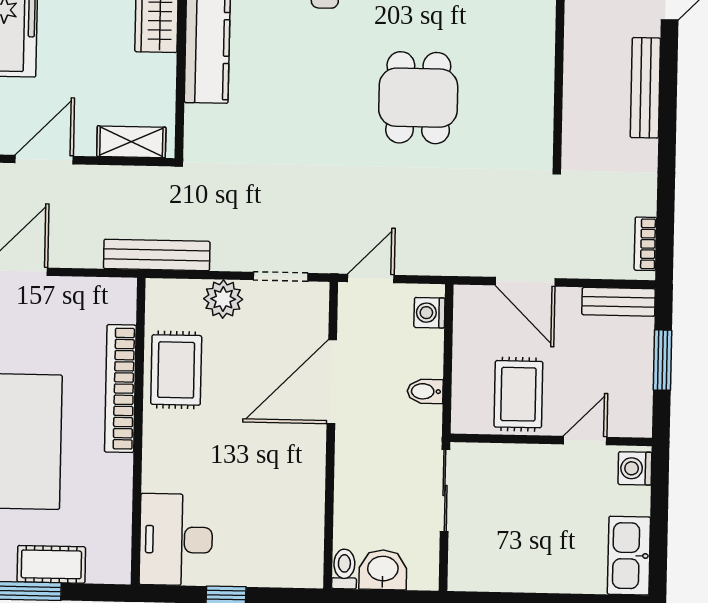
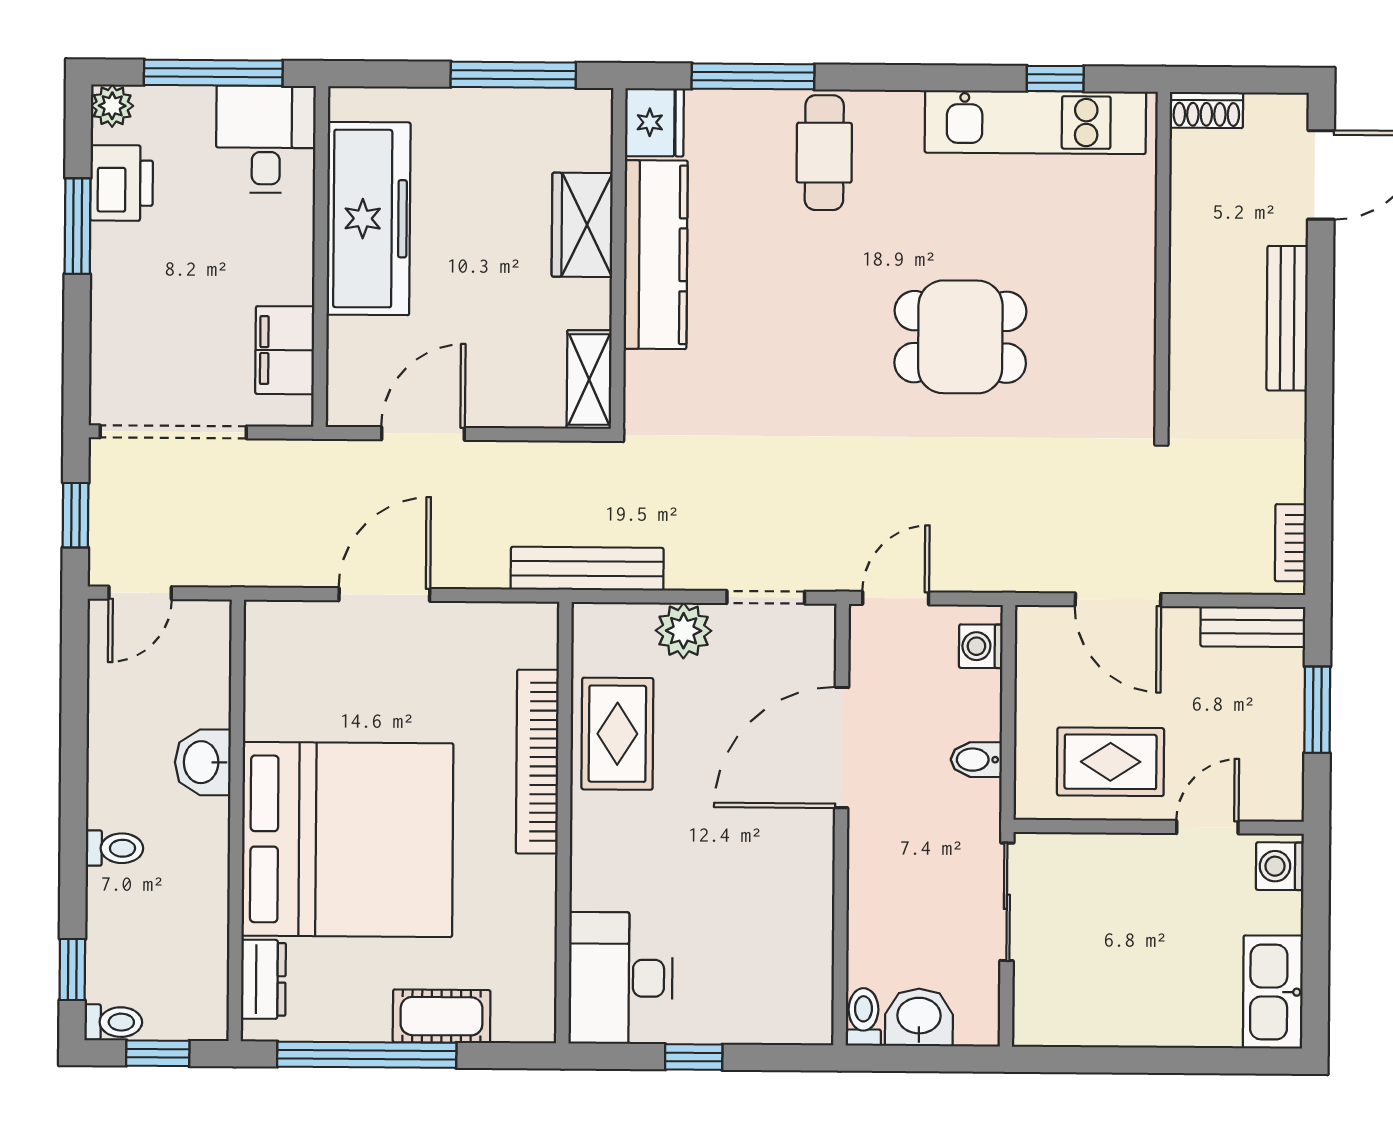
dining table: (418, 98) -> (960, 337), turned 90
shelving: (131, 142) -> (589, 379), moved, turned 90
rug: (518, 394) -> (1111, 762), turned 90

